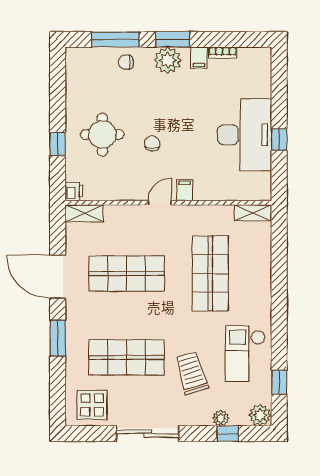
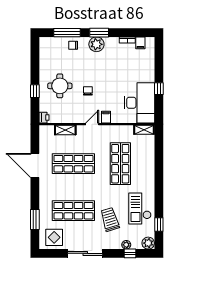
filing cabinet: (199, 58) -> (140, 43), moved
desk: (245, 135) -> (140, 103), moved
shelving: (84, 213) -> (65, 130), moved
window: (58, 338) -> (35, 220), moved

